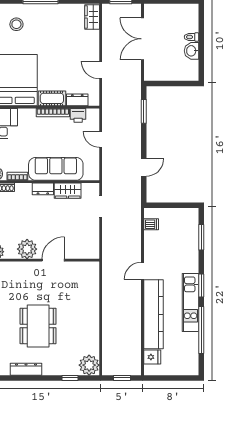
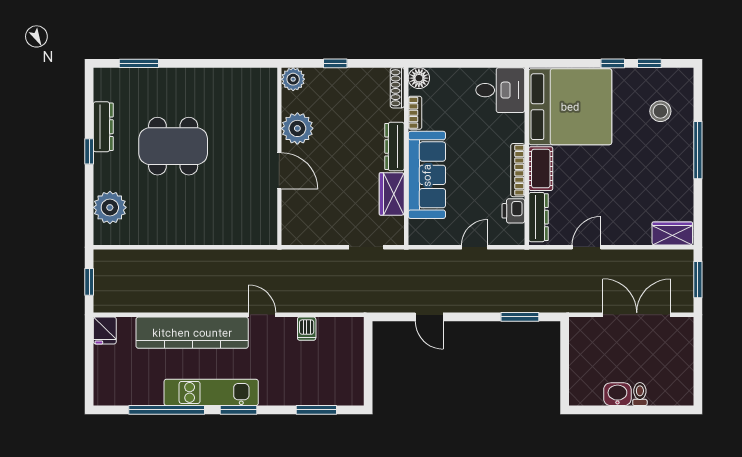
dresser: (77, 100) -> (538, 217), width x1.44
dresser: (43, 189) -> (395, 146), width x1.44
dishwasher: (151, 224) -> (307, 329), moved
fridge: (152, 357) -> (105, 330), moved
plant: (89, 365) -> (110, 207), moved
window: (70, 378) -> (89, 151), moved

